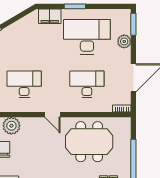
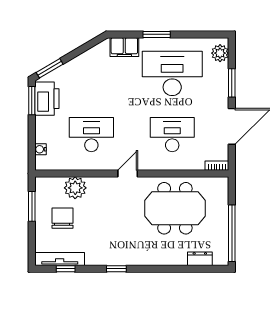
window: (133, 24) -> (232, 83), moved
plant: (124, 41) -> (220, 53), moved
door: (52, 115) -> (128, 174), swing flipped

